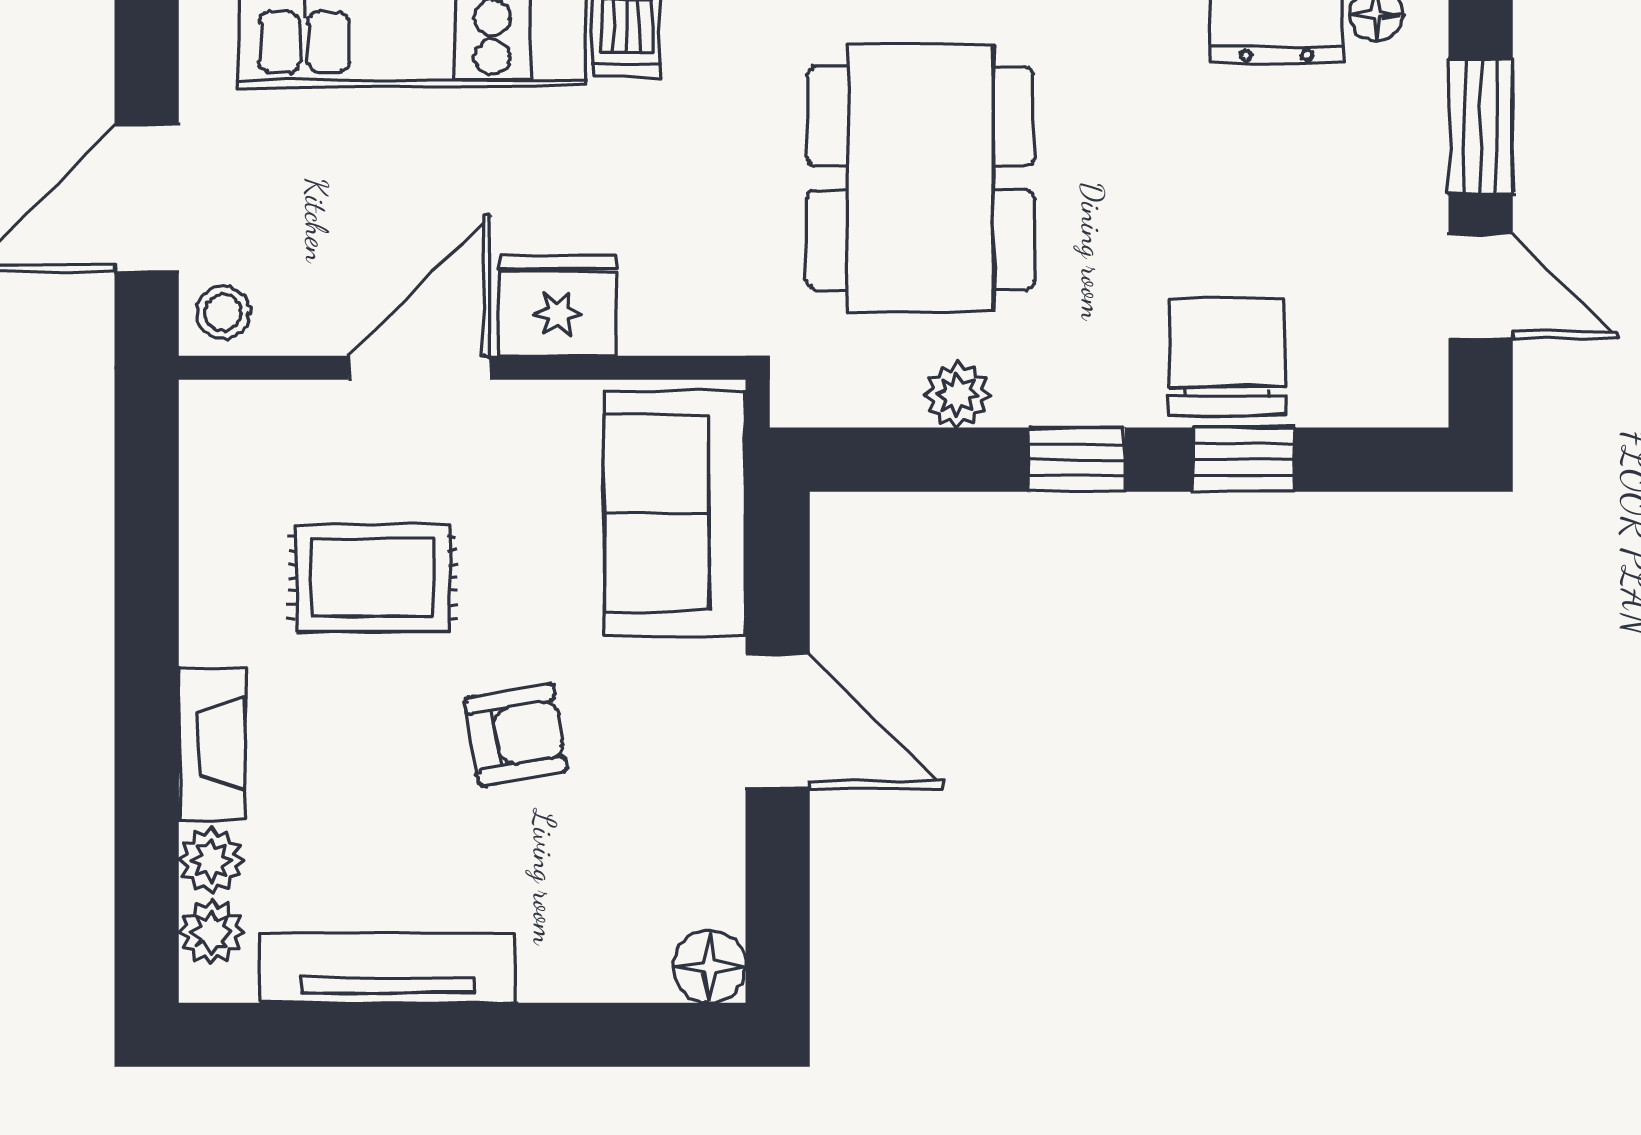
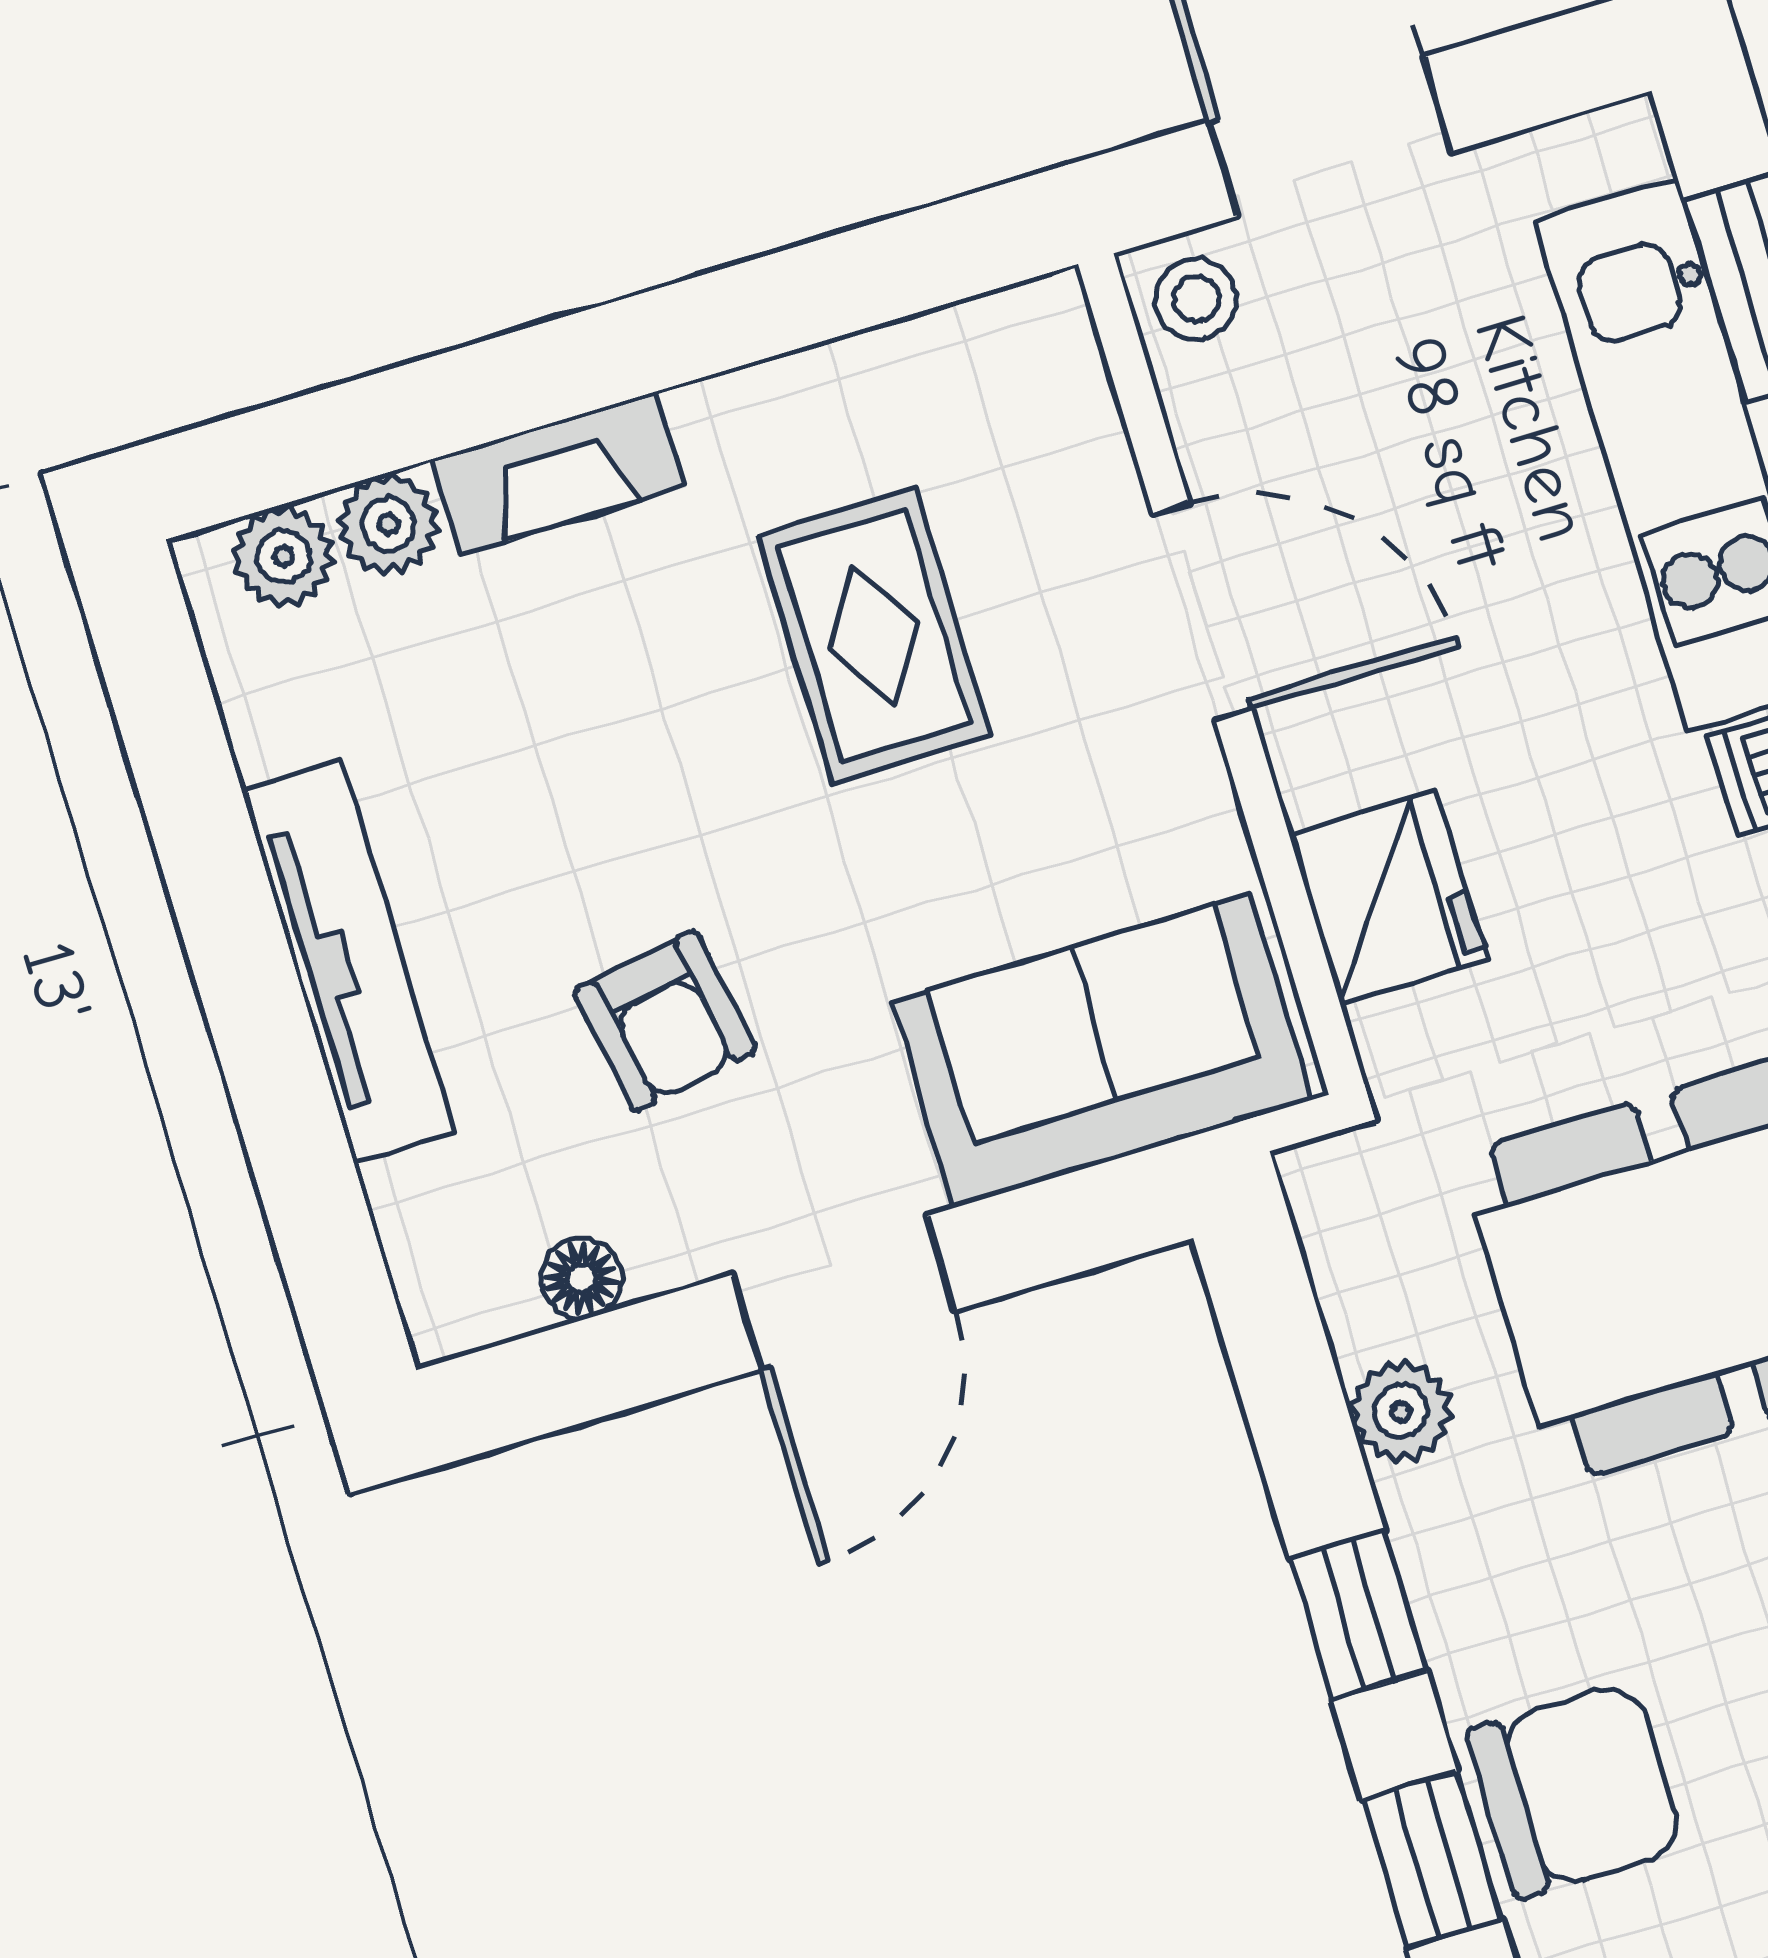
fridge: (558, 306) -> (1388, 898), moved
armchair: (516, 735) -> (665, 1021), moved
floor lamp: (710, 967) -> (582, 1278), moved, width x0.73, depth x0.73
tv unit: (388, 968) -> (348, 962), moved

